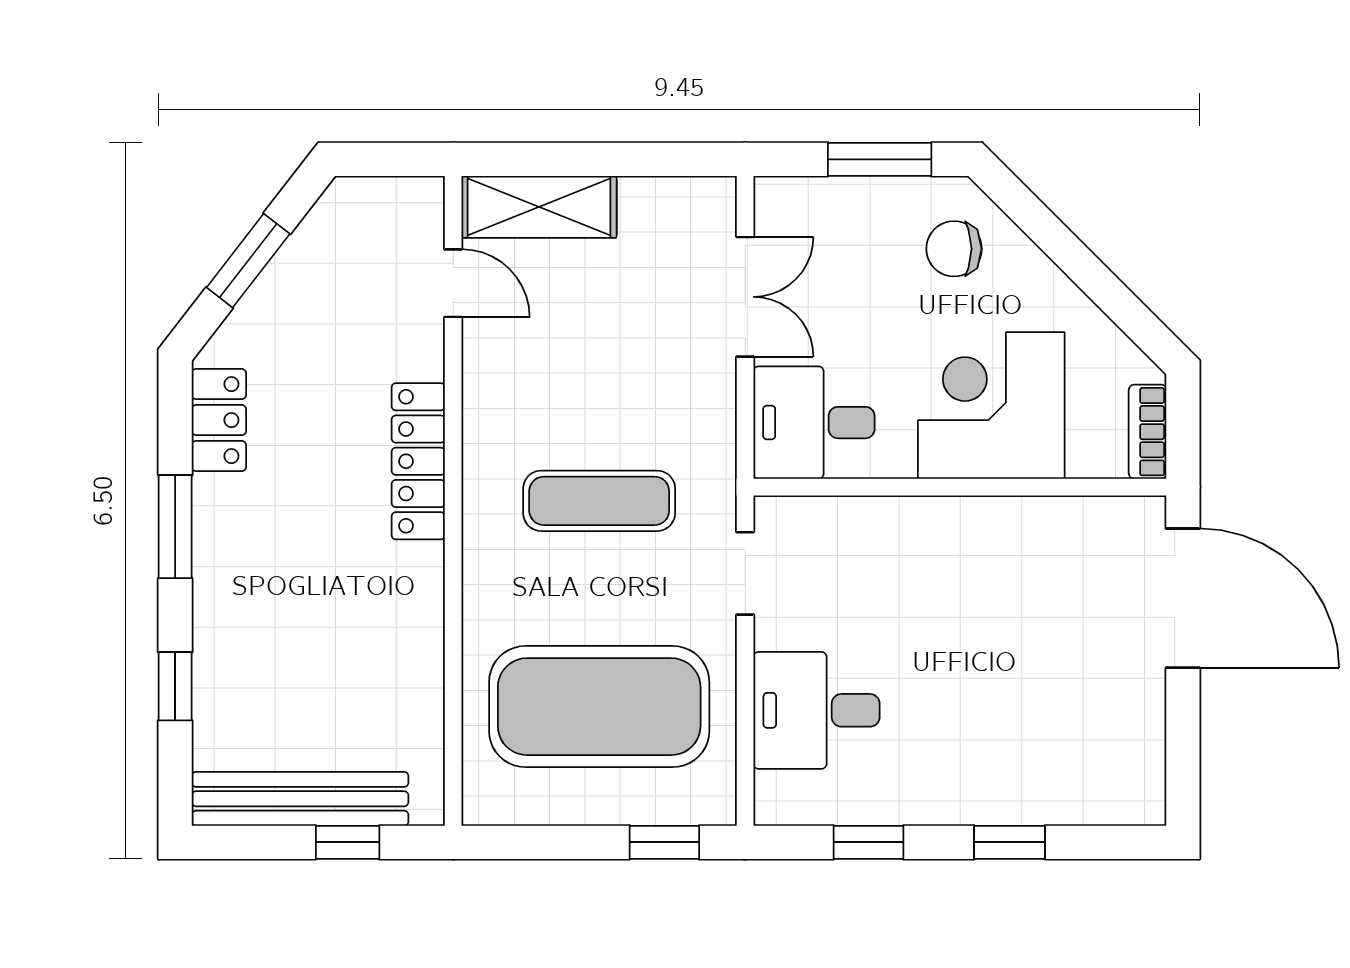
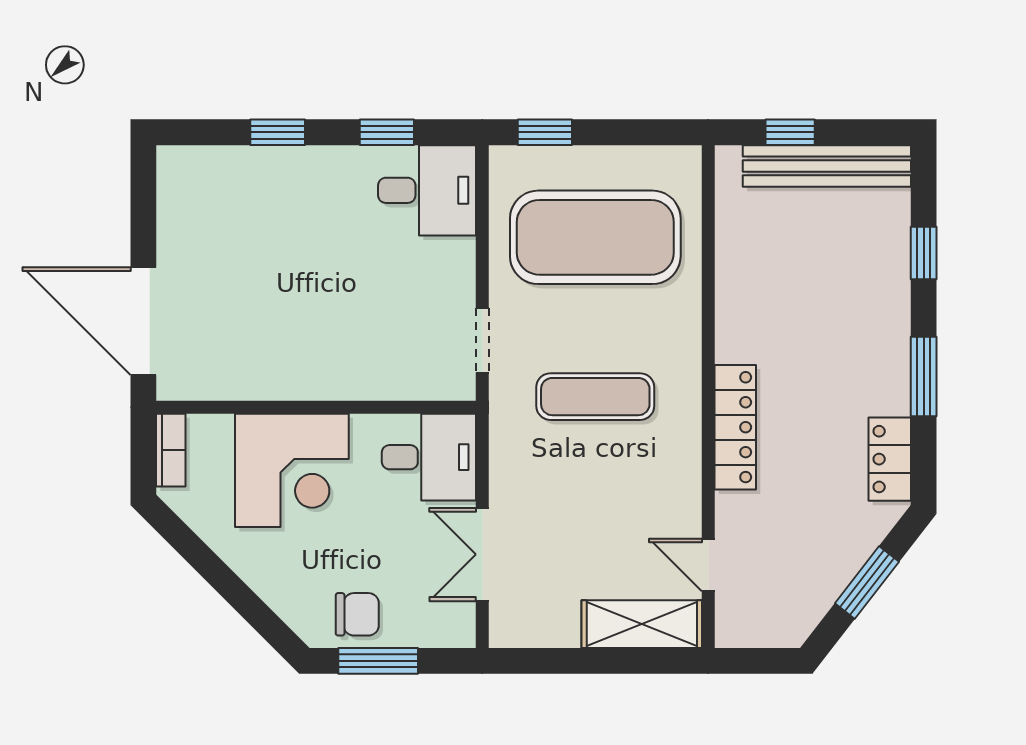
chair: (954, 249) -> (357, 614), moved
desk: (817, 710) -> (427, 190), moved

